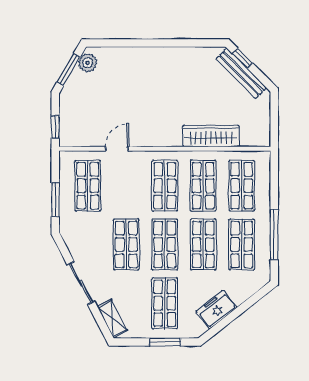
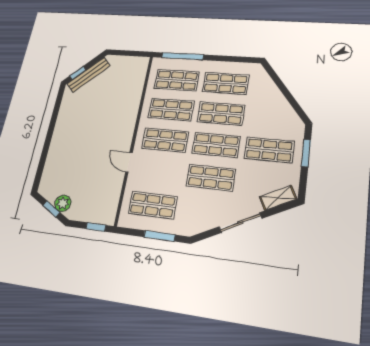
plant: (88, 63) -> (63, 203), moved
window: (69, 69) -> (51, 209), width x0.67
wardrobe: (211, 136) -> (132, 100), removed
door: (117, 149) -> (129, 162), moved
window: (274, 234) -> (183, 56), moved
freezer: (216, 309) -> (280, 107), removed

